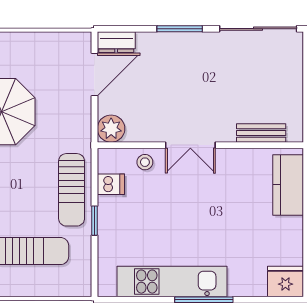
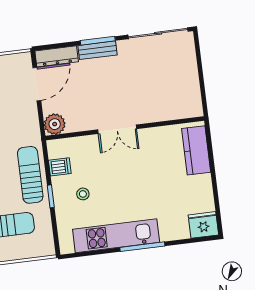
dresser: (116, 42) -> (57, 56), width x1.44
bench: (261, 133) -> (98, 50), moved
stool: (145, 162) -> (83, 194), moved
sun lounger: (72, 190) -> (30, 175), turned 180

